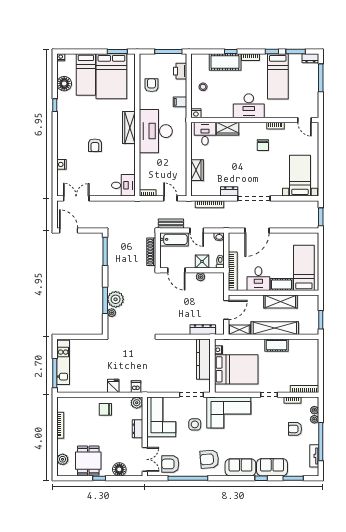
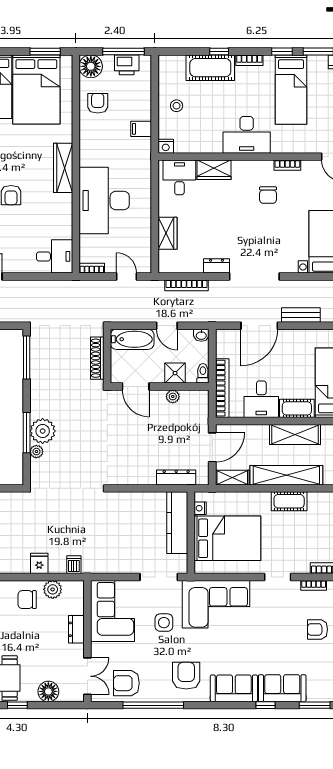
floor lamp: (147, 61) -> (91, 66), added
printer: (180, 71) -> (127, 65), moved, turned -90
desk: (156, 131) -> (104, 201), moved
bench: (171, 224) -> (301, 315), moved
plant: (137, 403) -> (53, 589), moved
armchair: (209, 459) -> (186, 676), turned 95

